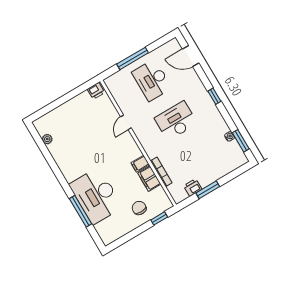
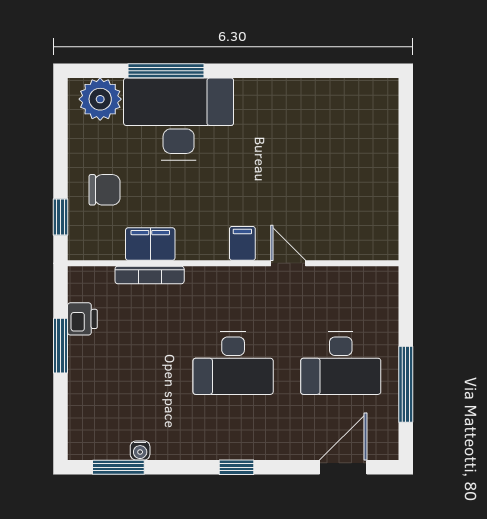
window: (133, 58) -> (406, 384), moved
desk: (152, 80) -> (341, 363), turned 180
printer: (96, 91) -> (385, 241), removed
desk: (176, 121) -> (233, 363), turned 90
plant: (47, 139) -> (100, 99), moved, width x1.88, depth x1.88
filing cabinet: (140, 164) -> (242, 243), moved

